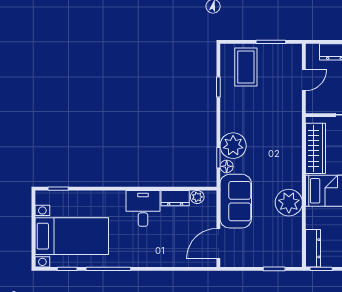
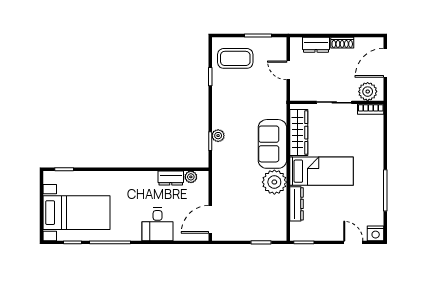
coffee table: (246, 67) -> (235, 58), turned 90
door: (304, 80) -> (288, 70), swing flipped
plant: (233, 146) -> (218, 136), width x0.53, depth x0.53
floor lamp: (227, 166) -> (218, 149), removed
sofa: (236, 201) -> (272, 144), moved, turned 180
desk: (143, 208) -> (158, 224), moved, turned 180
dresser: (313, 248) -> (297, 204), moved

